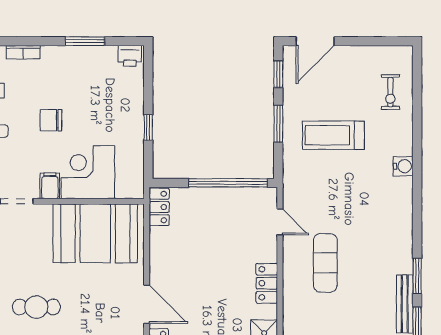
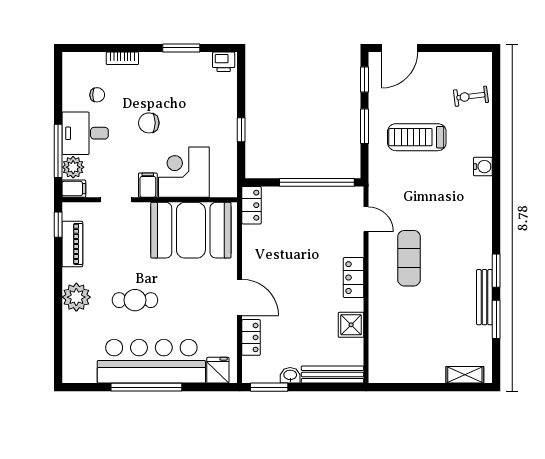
exercise bike: (390, 92) -> (471, 96), turned 83

